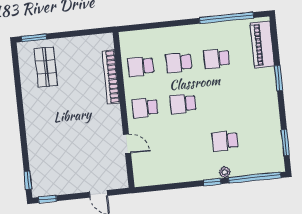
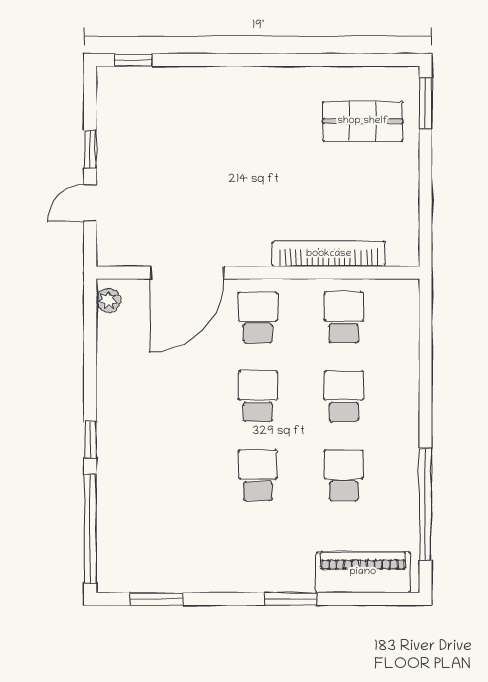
school desk: (225, 141) -> (258, 475), moved
door: (127, 144) -> (187, 273), width x1.87
plant: (225, 172) -> (108, 300), moved
window: (48, 199) -> (90, 149), moved

